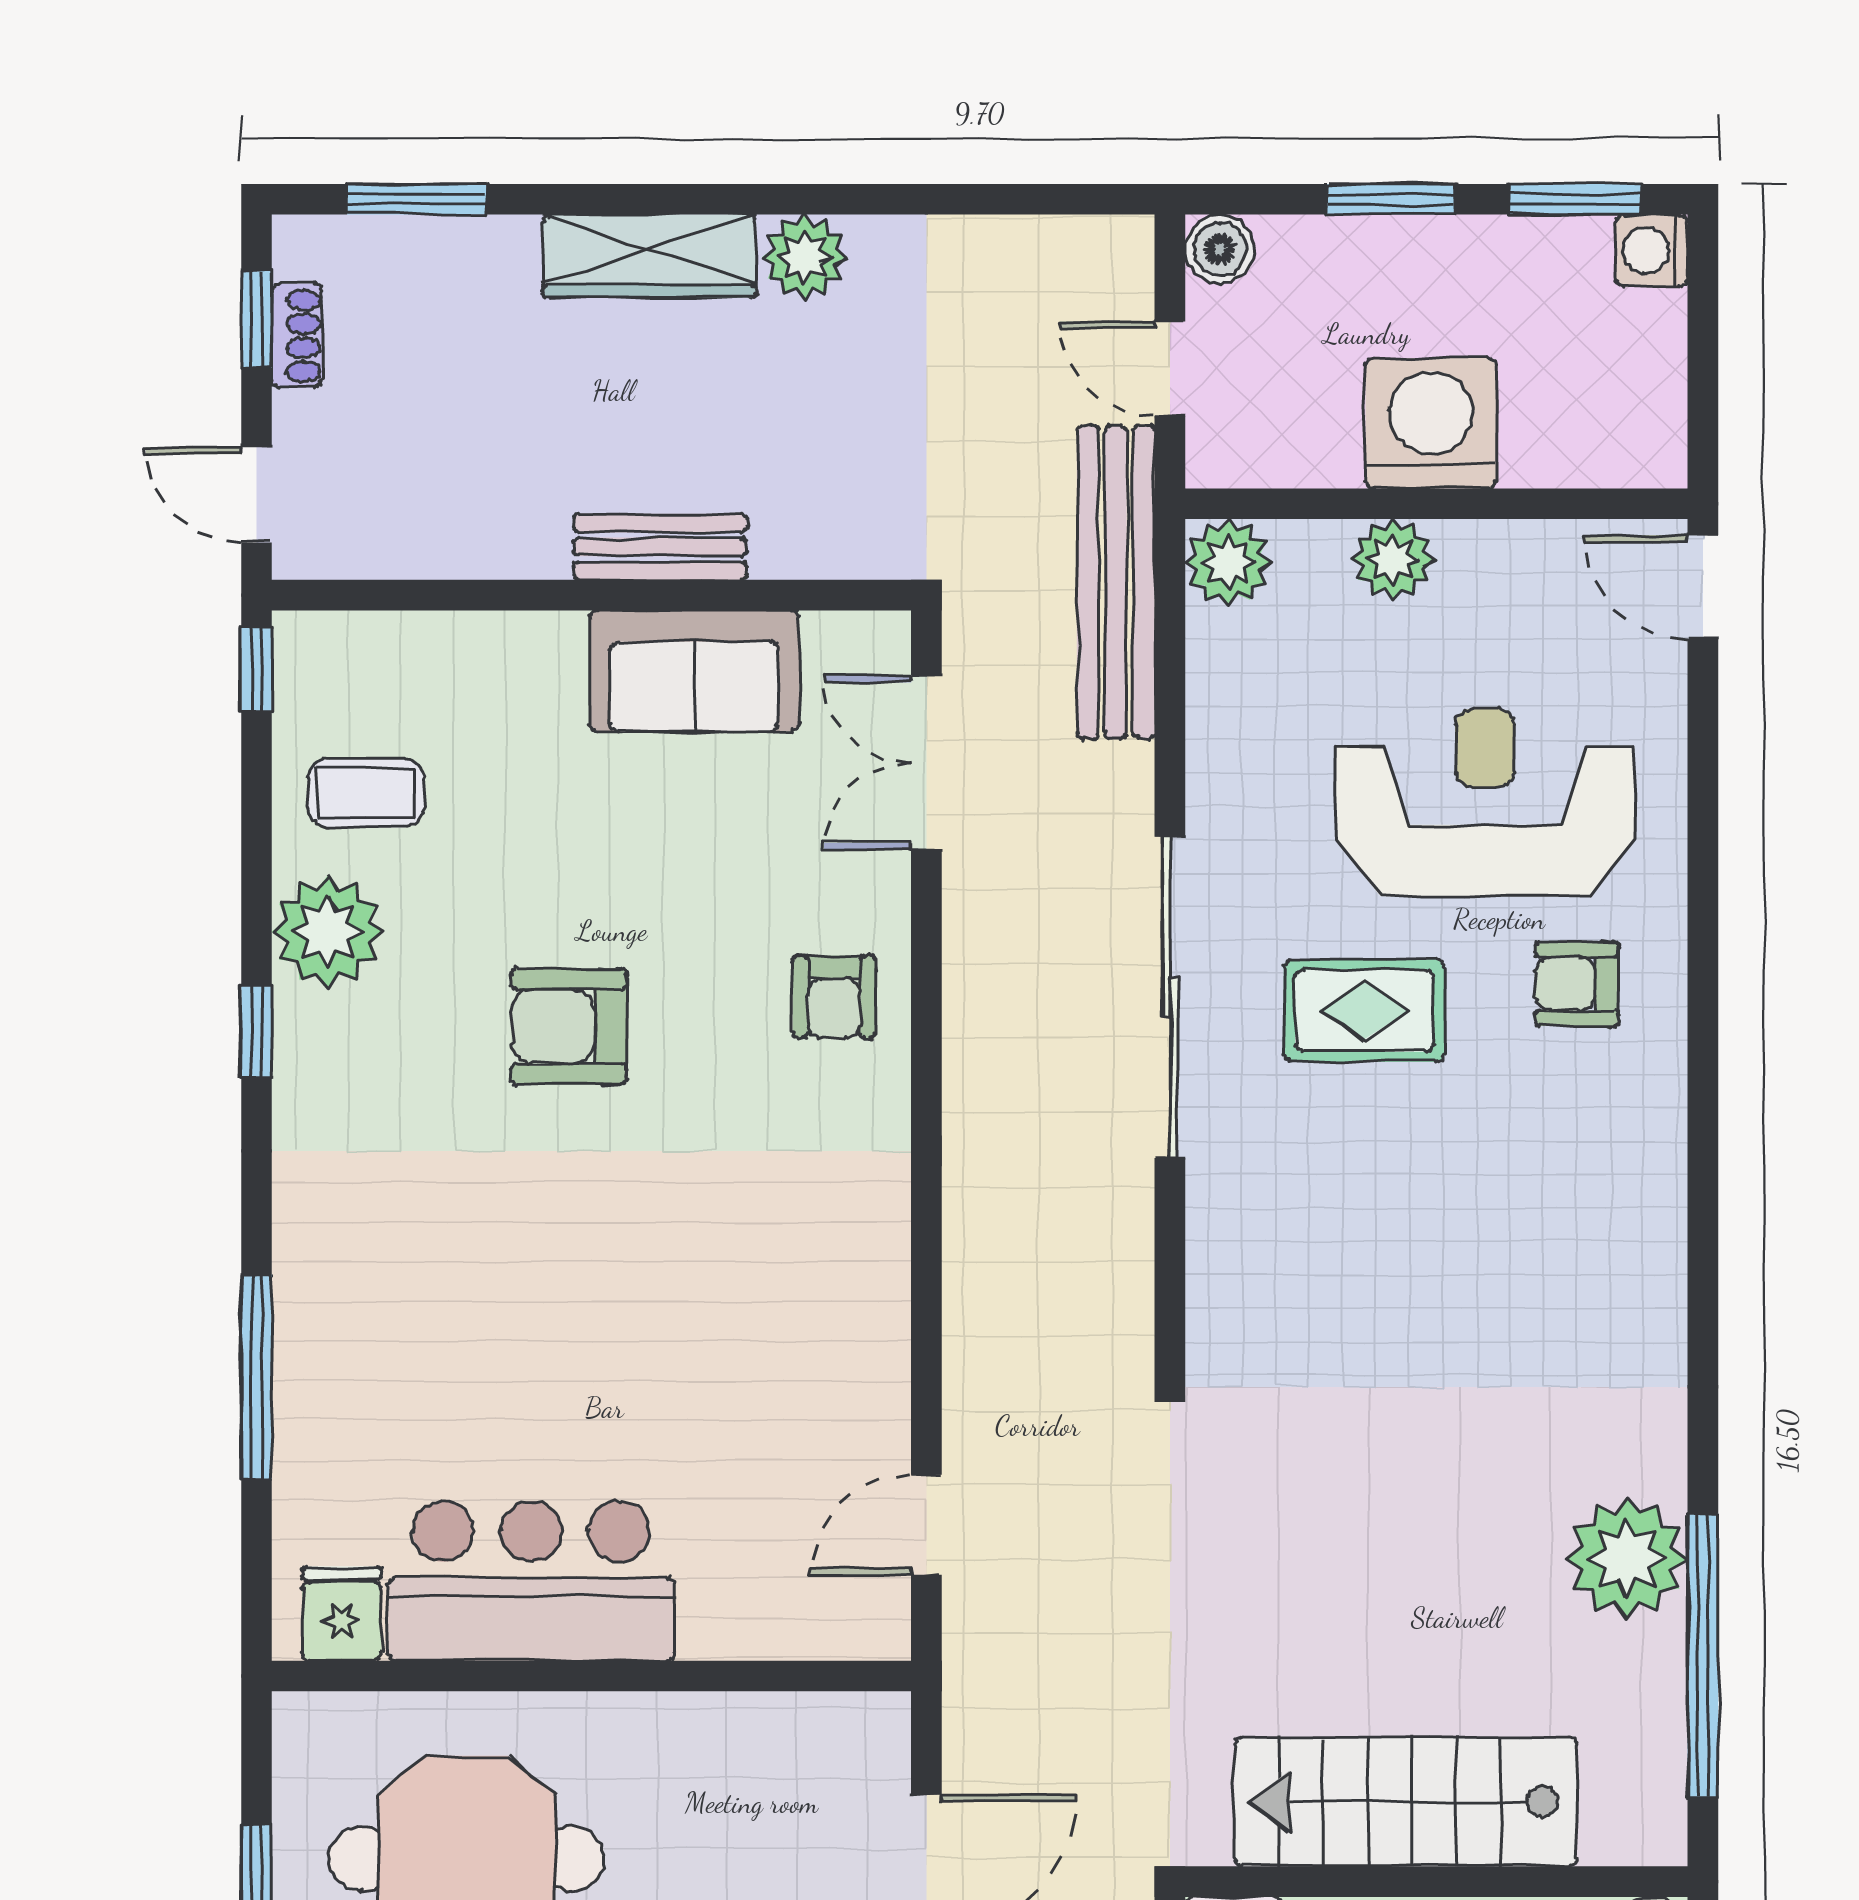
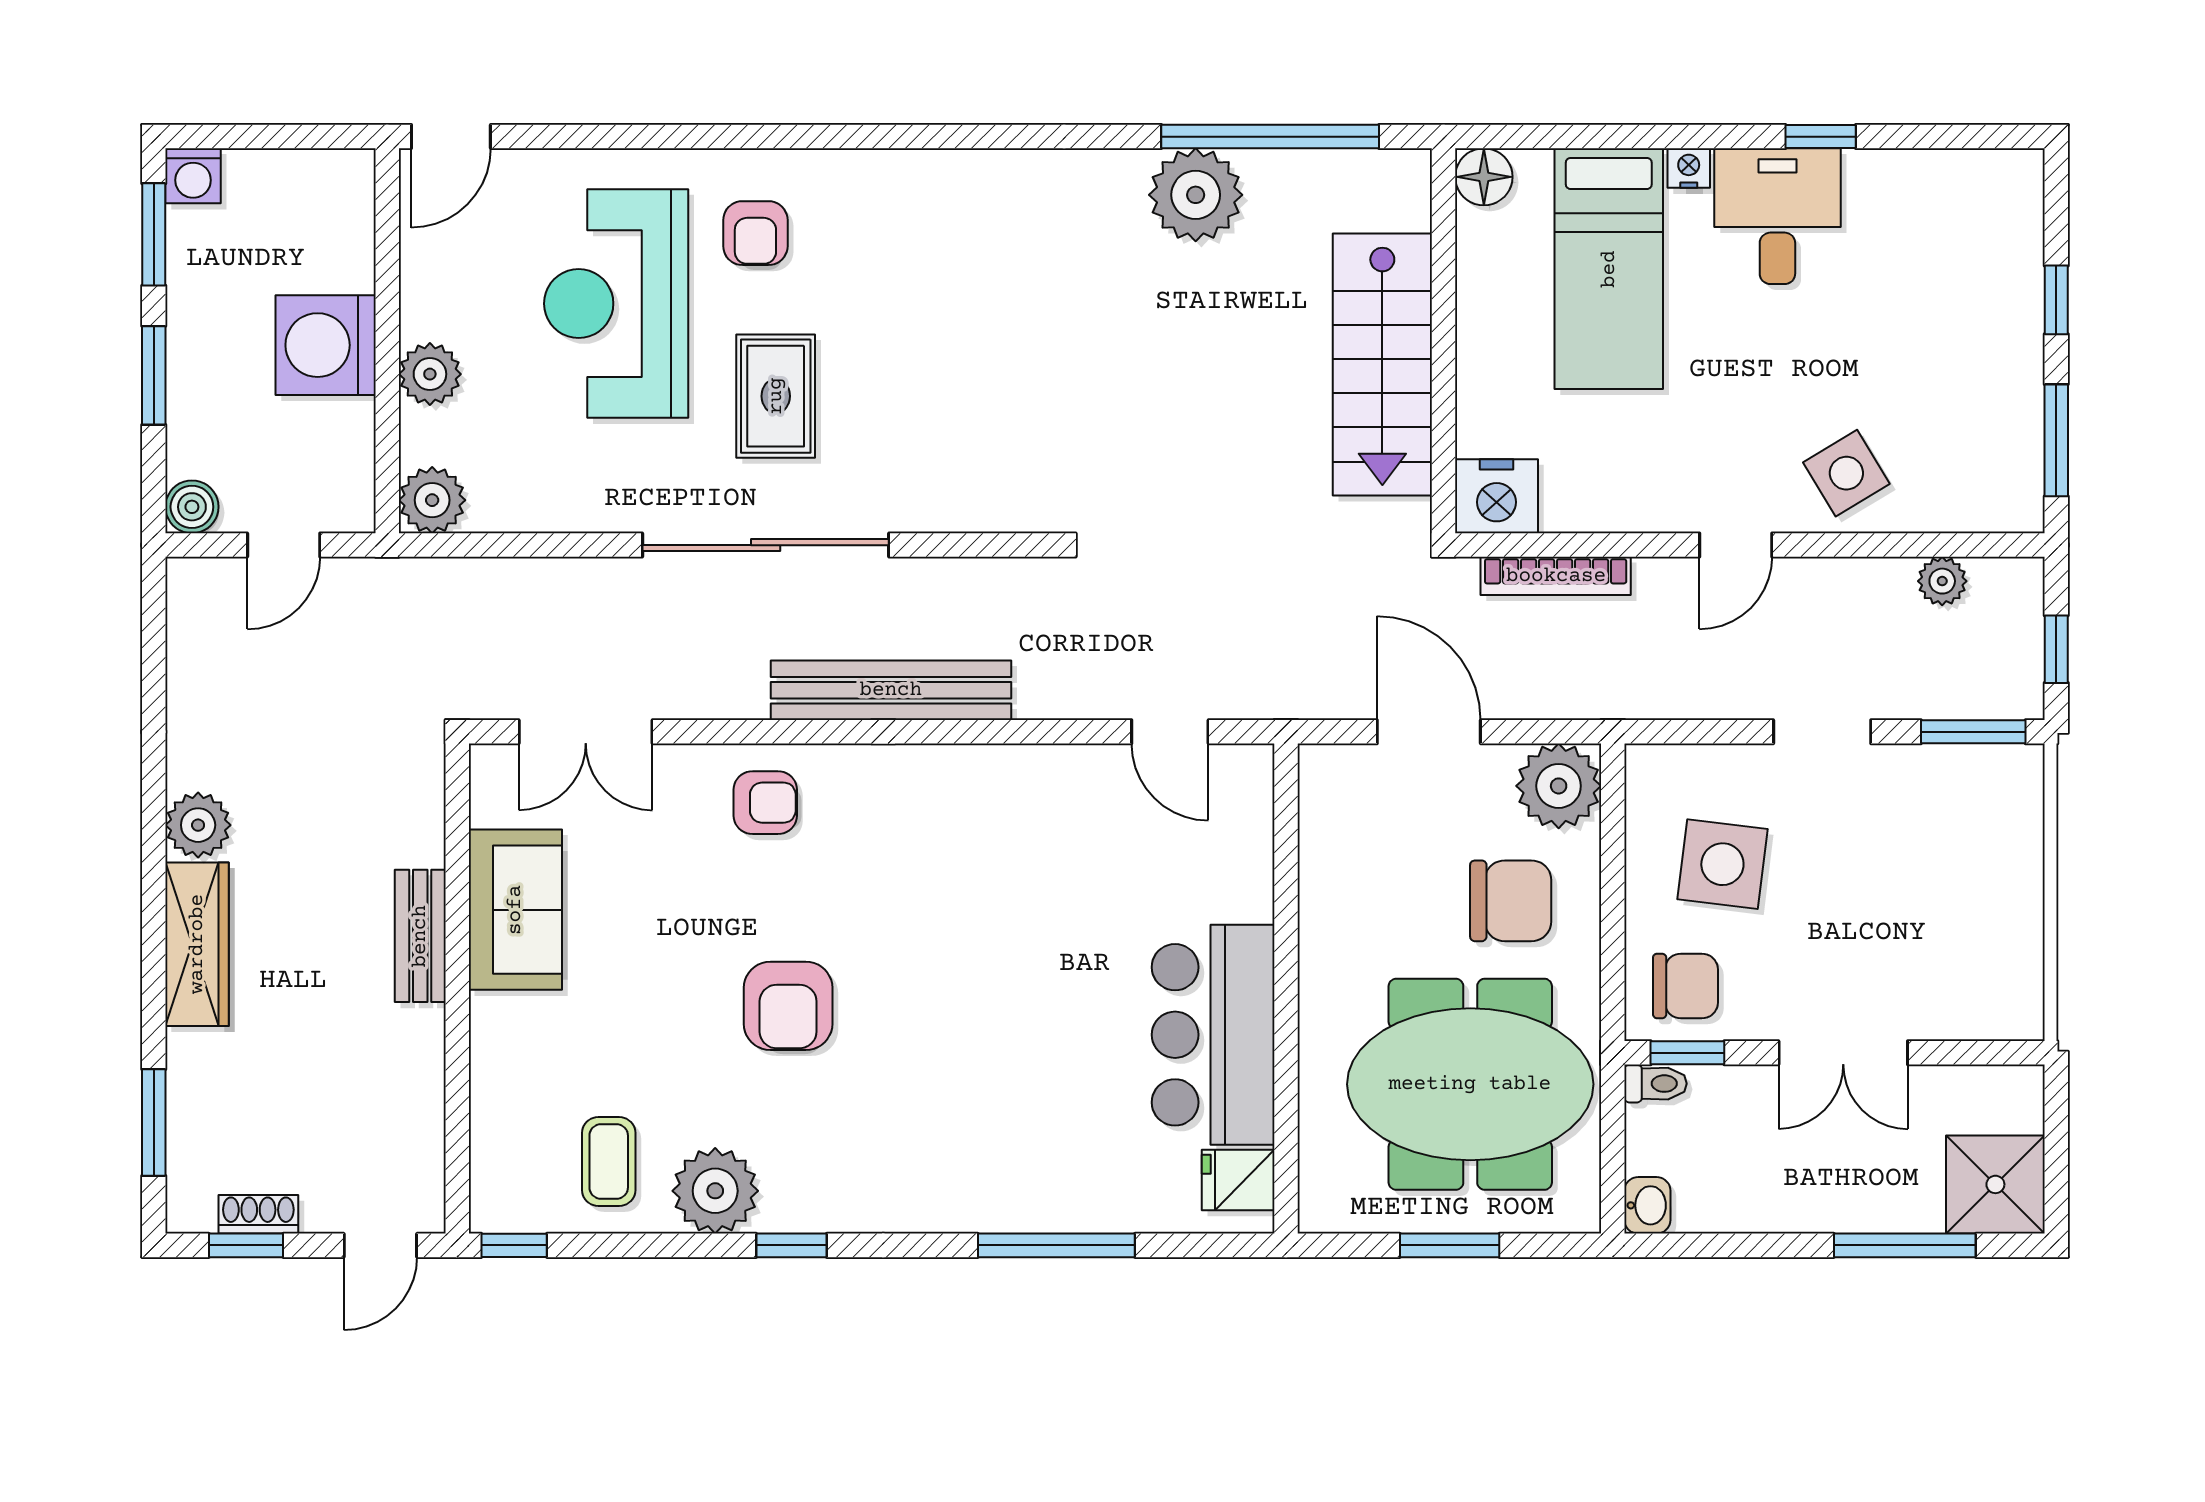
bench: (1116, 582) -> (891, 690), moved

